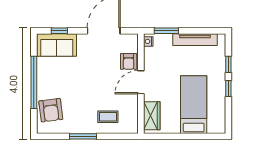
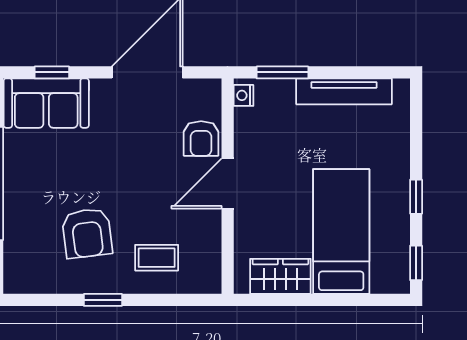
window: (228, 64) -> (416, 263), moved
armchair: (51, 110) -> (87, 233), moved
wardrobe: (152, 116) -> (280, 276), moved, turned -90
window: (83, 136) -> (103, 300), width x0.67

